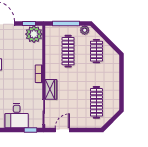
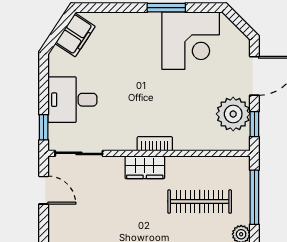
plant: (34, 34) -> (233, 114), moved
wardrobe: (51, 89) -> (145, 167), moved

